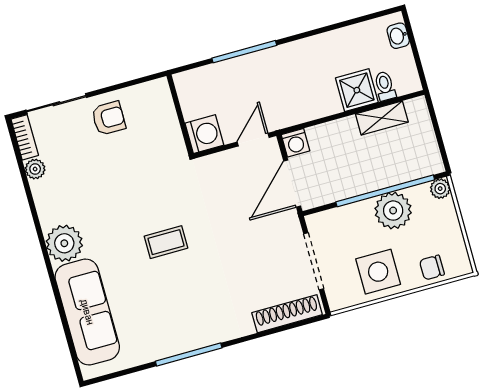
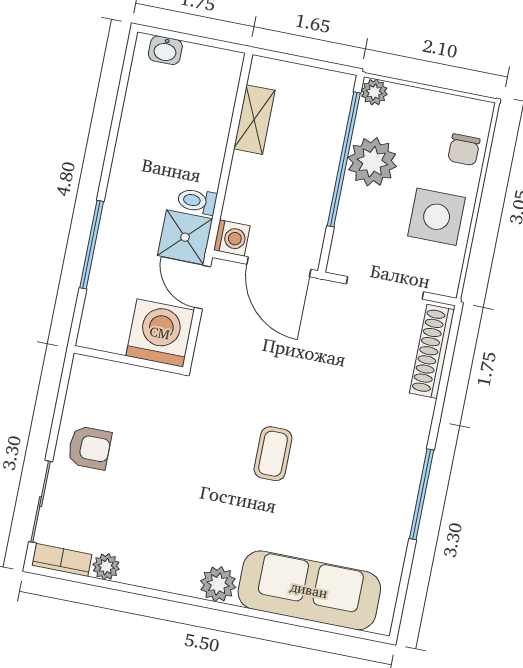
toilet: (385, 86) -> (197, 201), moved
shower: (357, 90) -> (185, 237), moved
armchair: (109, 118) -> (89, 448), turned 90
washing machine: (204, 134) -> (160, 333), width x1.37, depth x1.37
plant: (64, 243) -> (218, 584), width x0.73, depth x0.73

